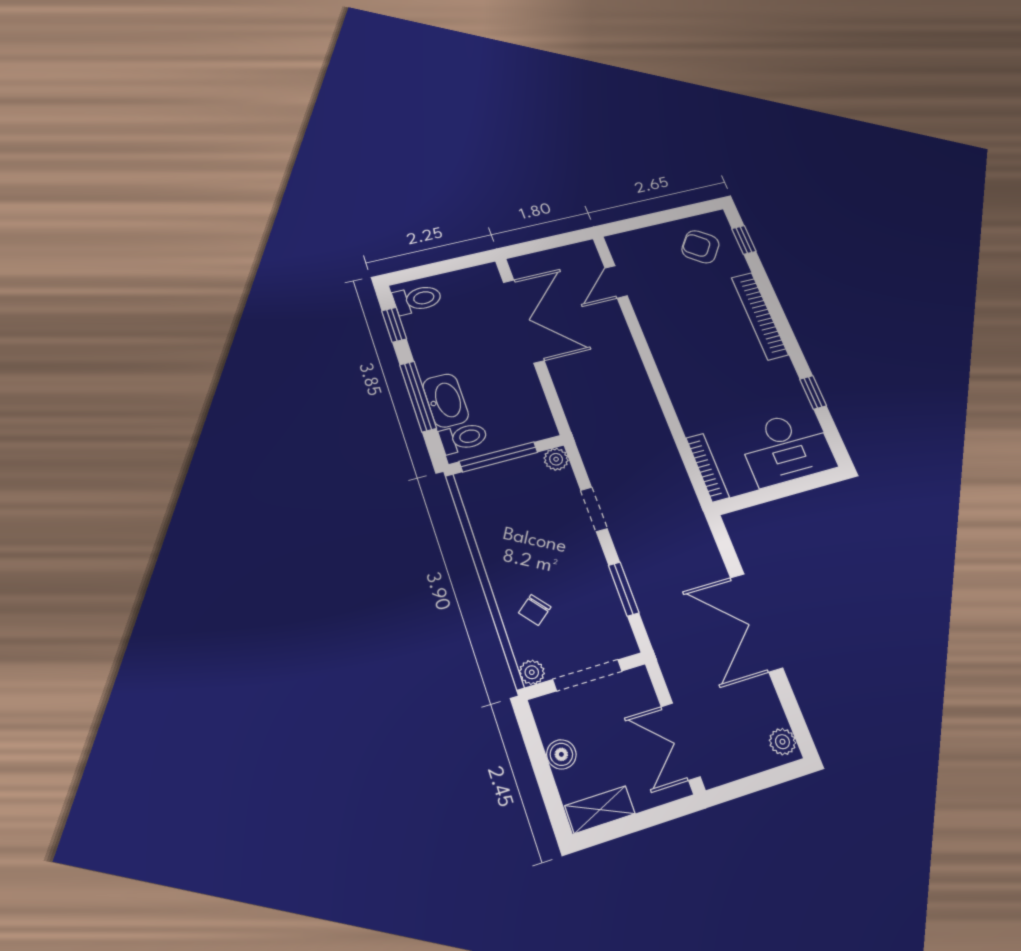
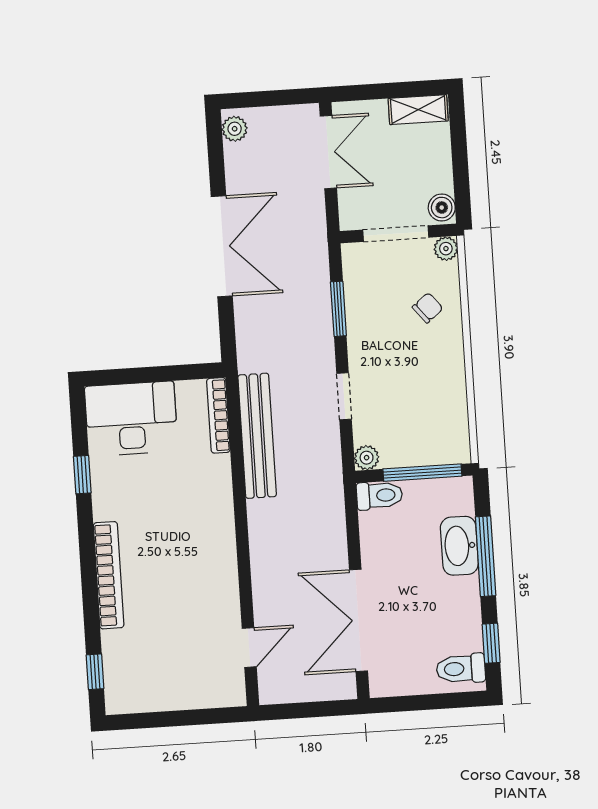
armchair: (700, 247) -> (145, 673), removed
toilet: (464, 438) -> (379, 495), moved, turned 180
bench: (666, 457) -> (257, 436), added
boiler: (561, 754) -> (442, 208), moved

